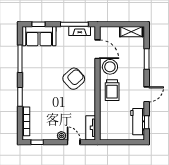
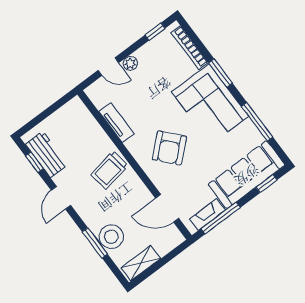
sofa: (39, 36) -> (247, 175), width x1.36
stool: (110, 67) -> (111, 237), moved
corner sofa: (37, 85) -> (210, 104), added
trolley: (112, 90) -> (109, 170), turned -100
tv unit: (91, 128) -> (116, 123), moved

